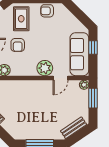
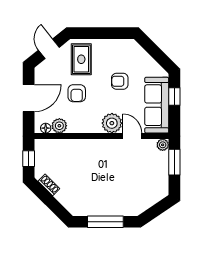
armchair: (47, 11) -> (120, 81), moved
door: (60, 78) -> (132, 136), swing flipped
bench: (74, 128) -> (149, 201), removed

